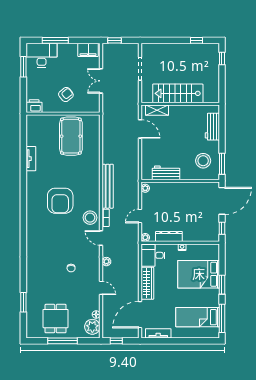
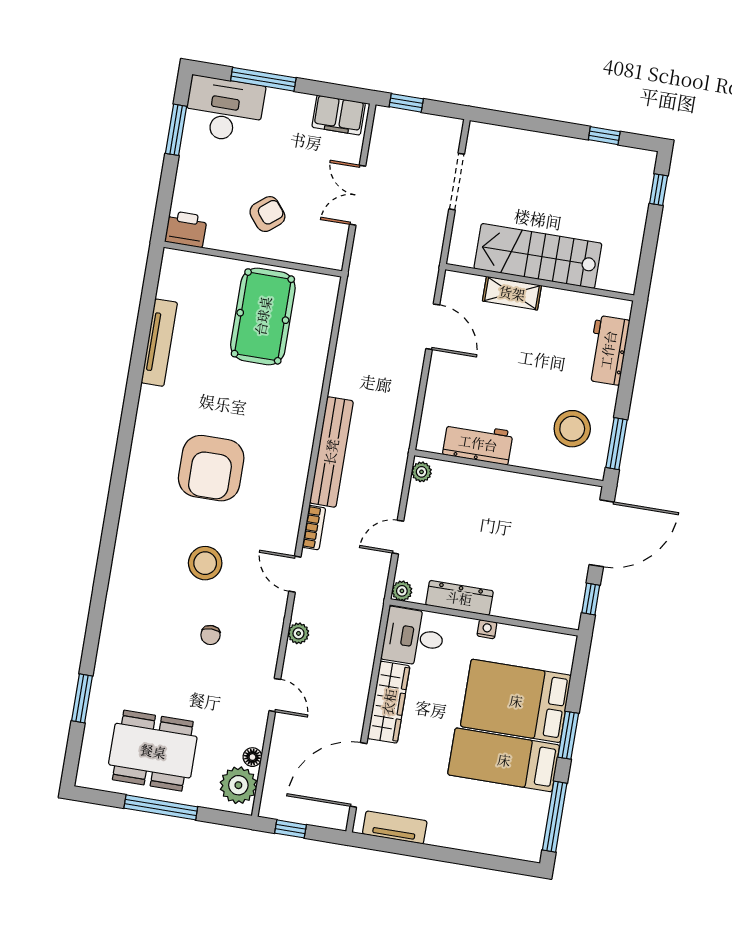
shelving: (157, 110) -> (512, 293), moved
tv unit: (31, 159) -> (159, 343), width x1.41
stool: (90, 218) -> (205, 563), moved
bed: (198, 317) -> (504, 760), moved
dining table: (56, 319) -> (153, 751), width x1.37

